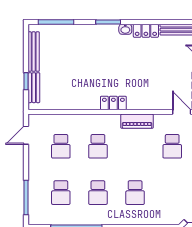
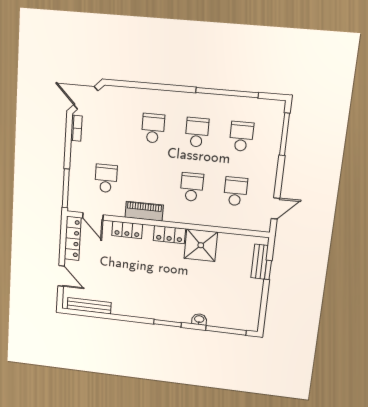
washbasin: (125, 29) -> (199, 319), moved
locker: (146, 31) -> (127, 230), moved, turned 180
bench: (34, 52) -> (255, 302), removed
shower: (85, 97) -> (201, 245), added

